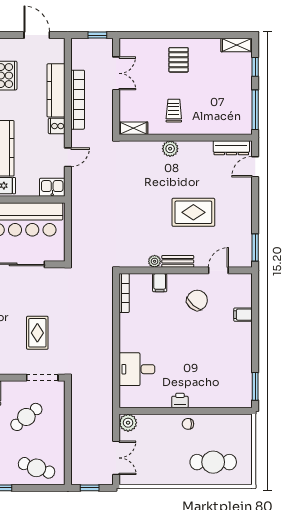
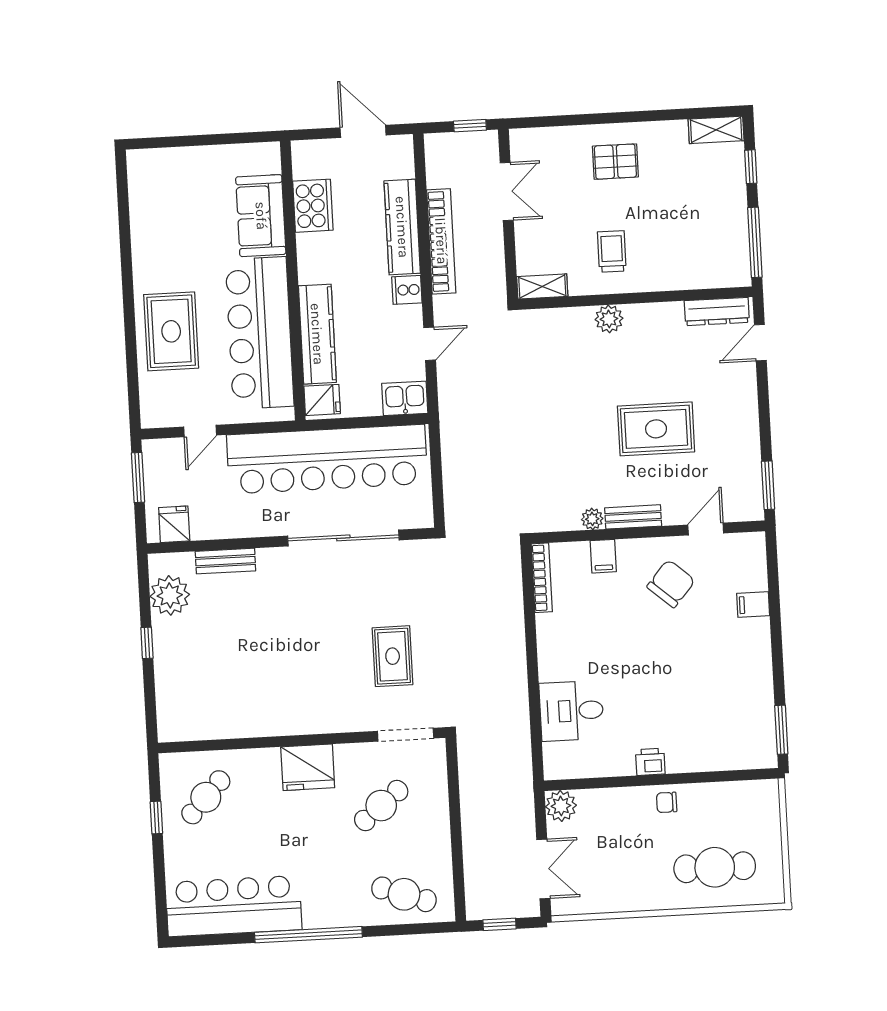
pallet: (179, 60) -> (615, 162), turned 90

